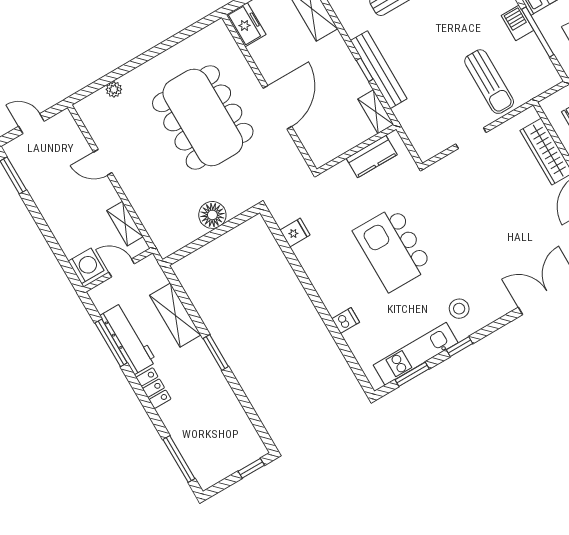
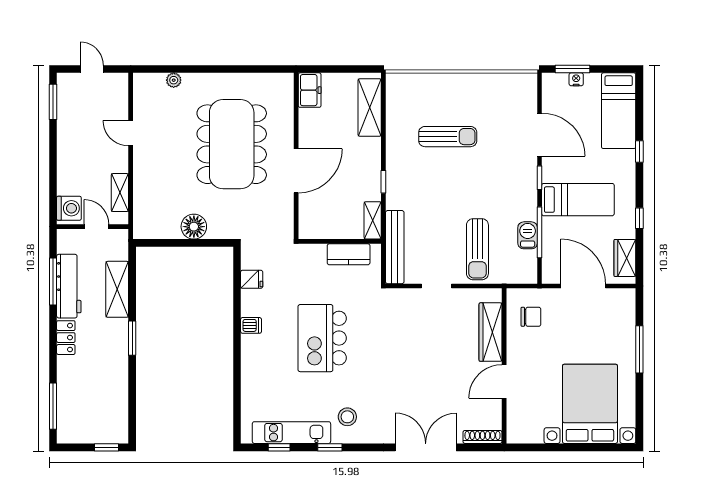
barbecue: (518, 23) -> (528, 235), moved
bench: (379, 70) -> (395, 247), moved
dishwasher: (346, 320) -> (251, 325), moved
window: (412, 374) -> (279, 447), width x0.67

